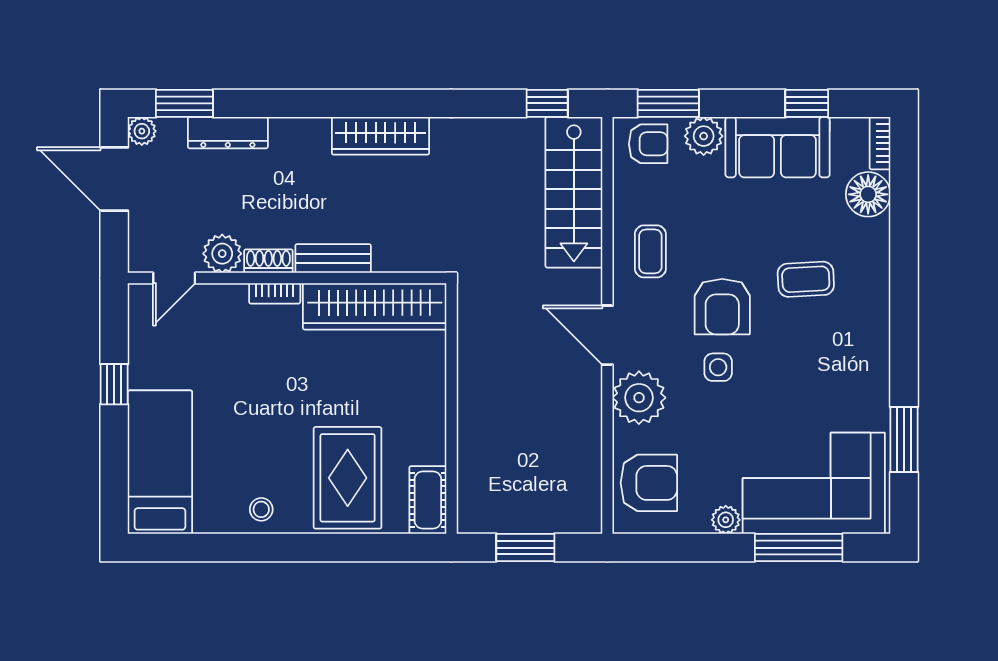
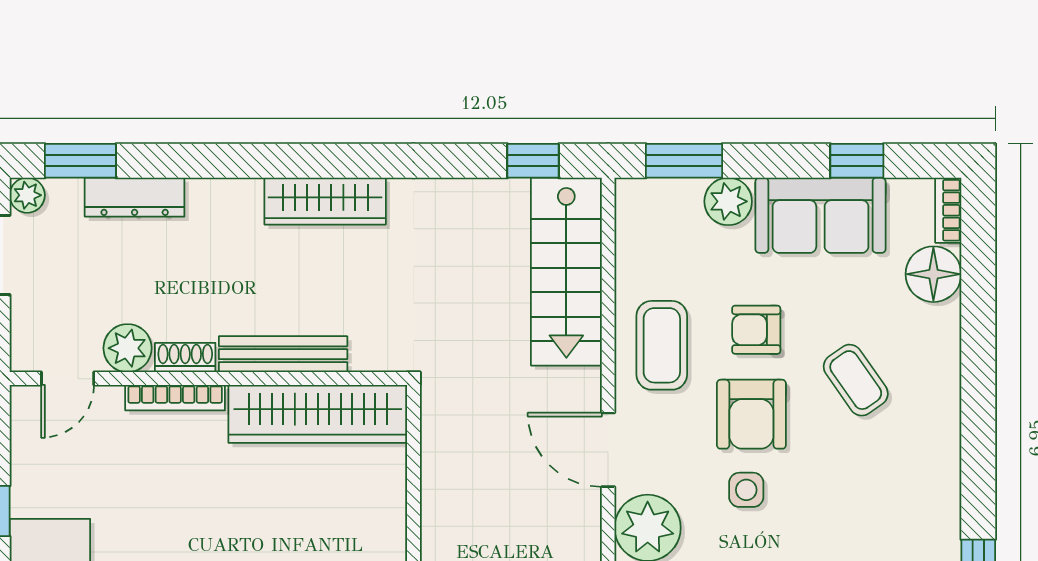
armchair: (648, 144) -> (756, 330), moved, turned 180
coffee table: (650, 251) -> (662, 345), width x1.36, depth x1.30
bench: (333, 259) -> (283, 354), width x1.36
coffee table: (806, 279) -> (856, 380), turned 58
bookcase: (275, 293) -> (175, 398), width x1.56

